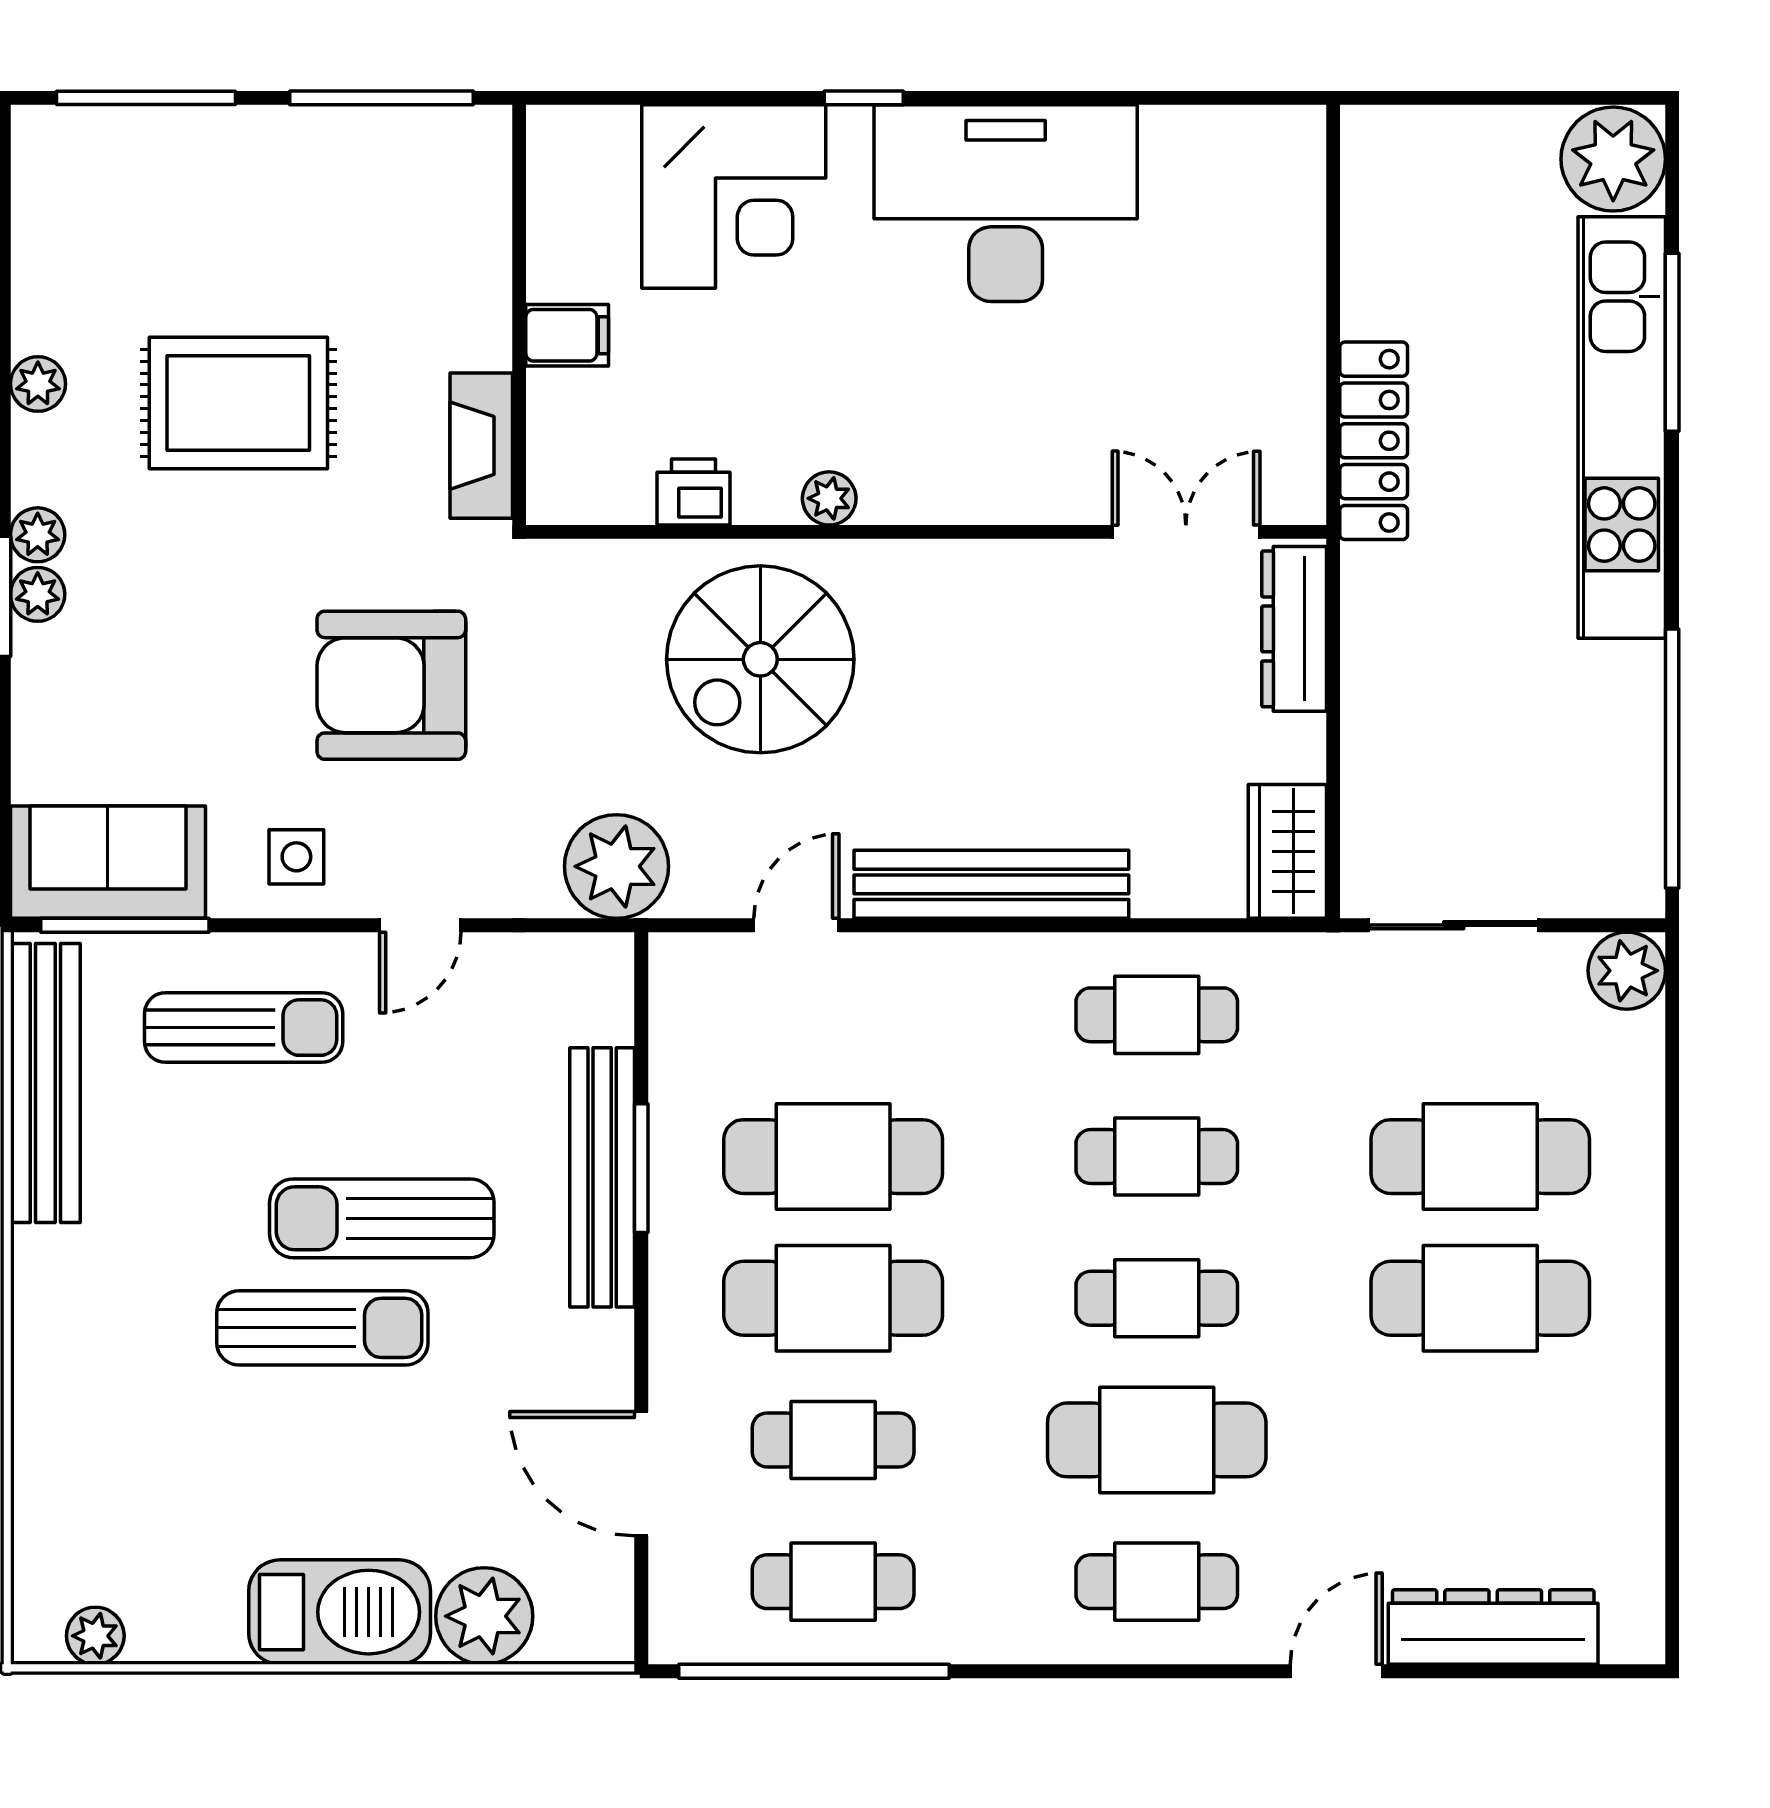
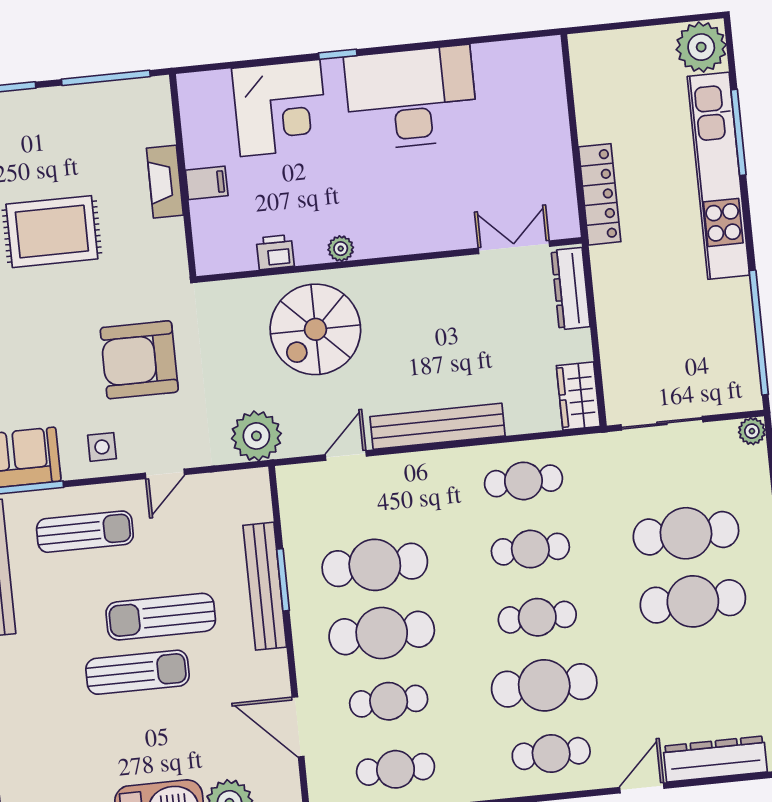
fireplace: (481, 446) -> (165, 182), moved
plant: (1627, 971) -> (752, 431), width x0.73, depth x0.73

